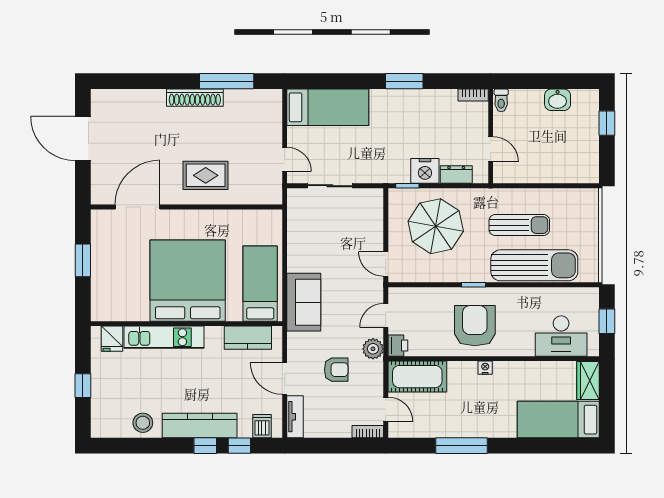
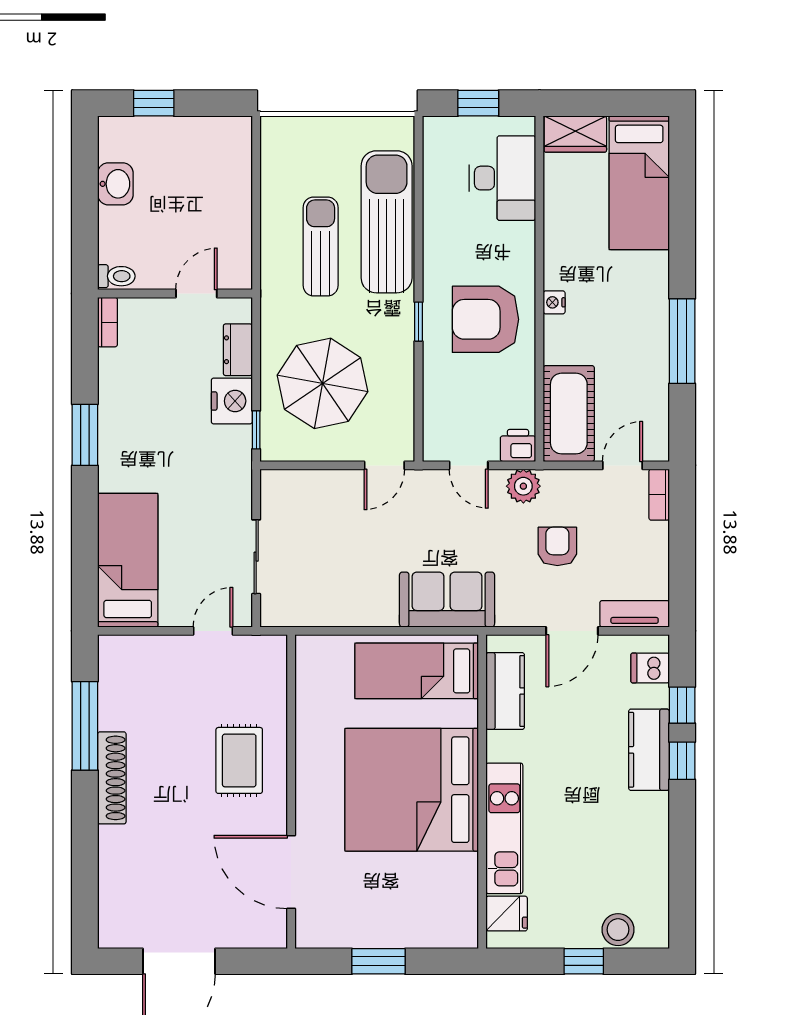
stool: (143, 423) -> (618, 930), moved
kitchen counter: (200, 425) -> (649, 750), width x0.67

